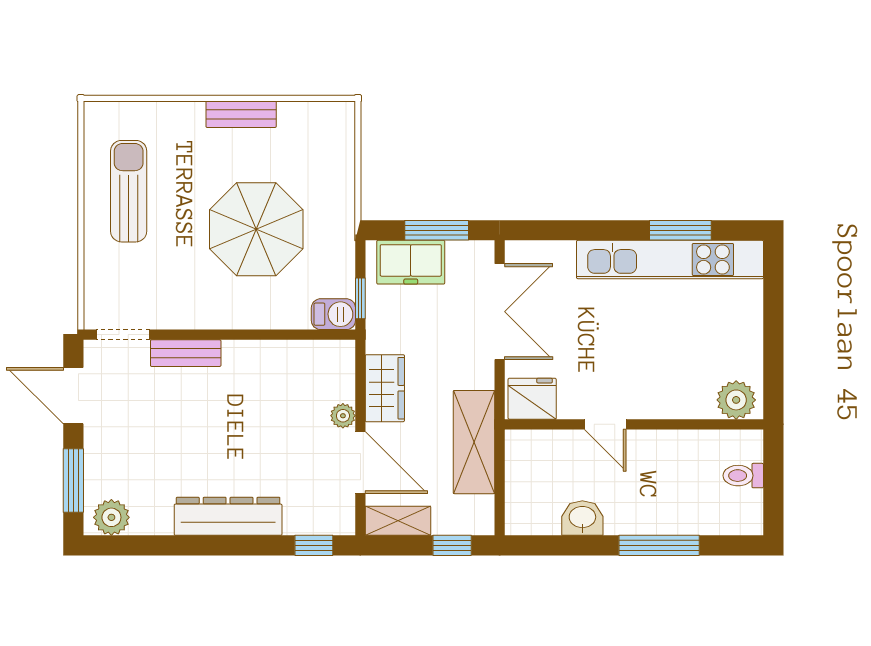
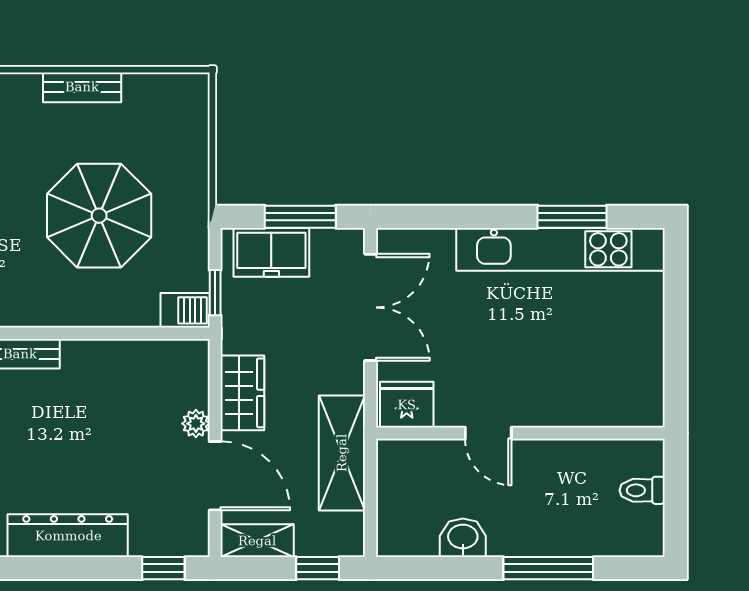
plant: (736, 400) -> (634, 406), removed

